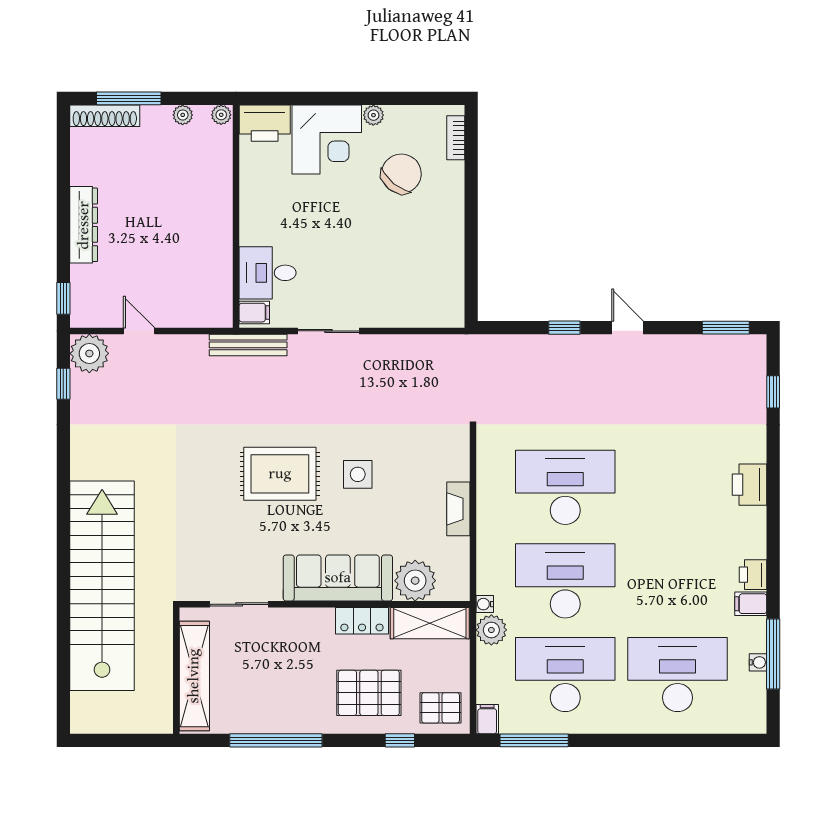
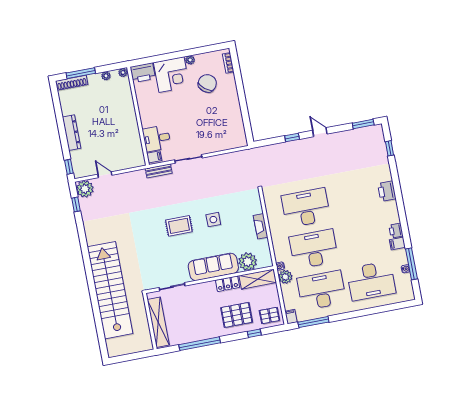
bench: (248, 345) -> (159, 171), width x0.73
rug: (280, 474) -> (179, 226), width x0.73, depth x0.70
desk: (678, 675) -> (371, 281), turned 180

